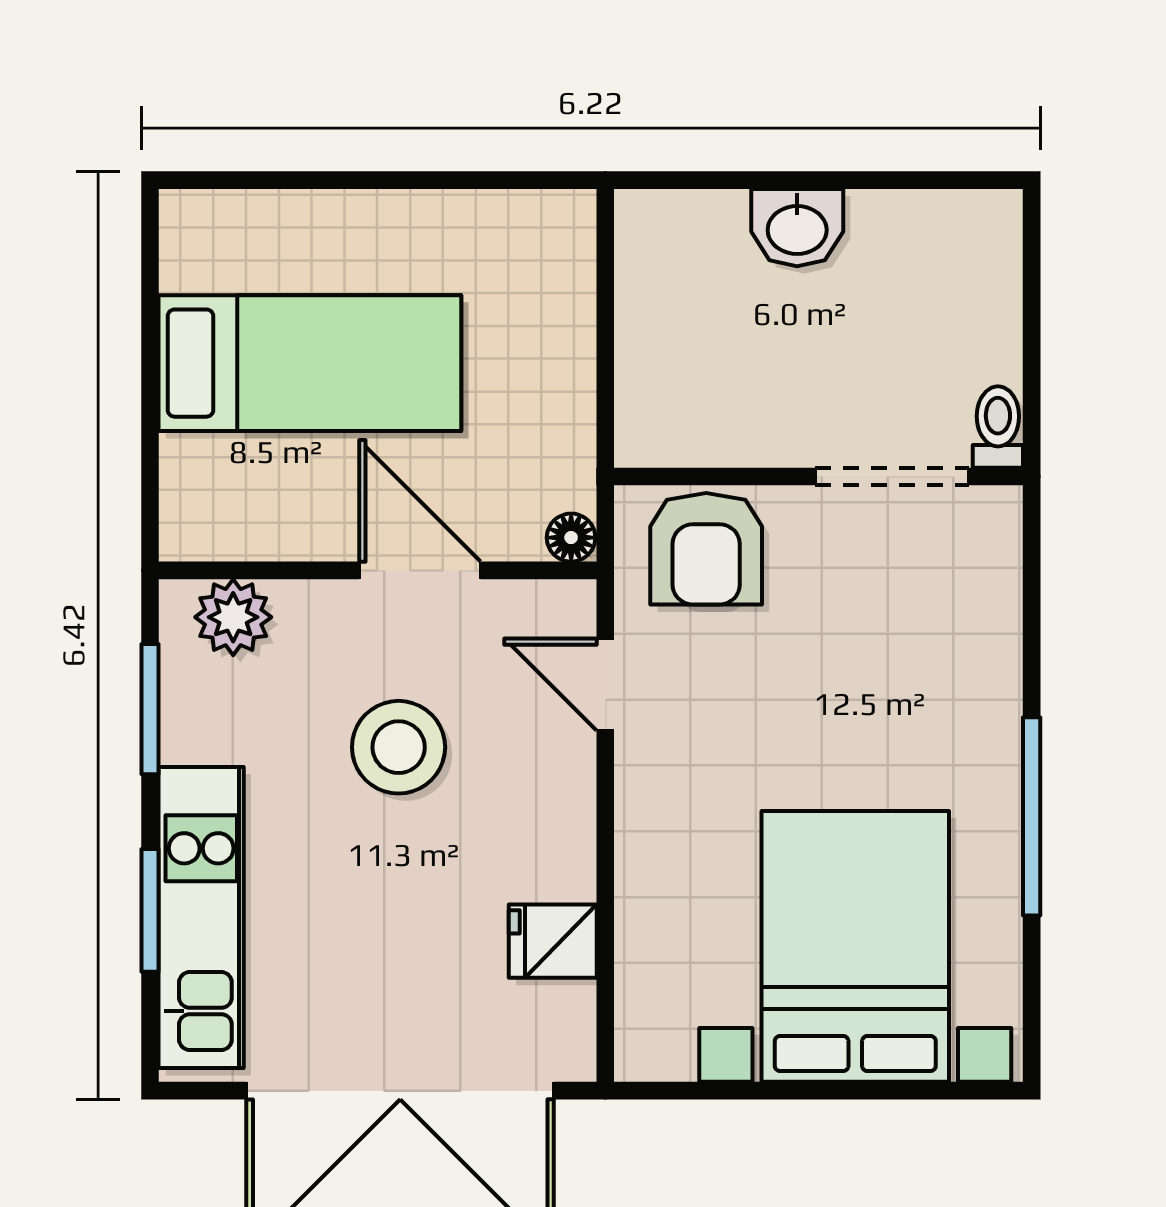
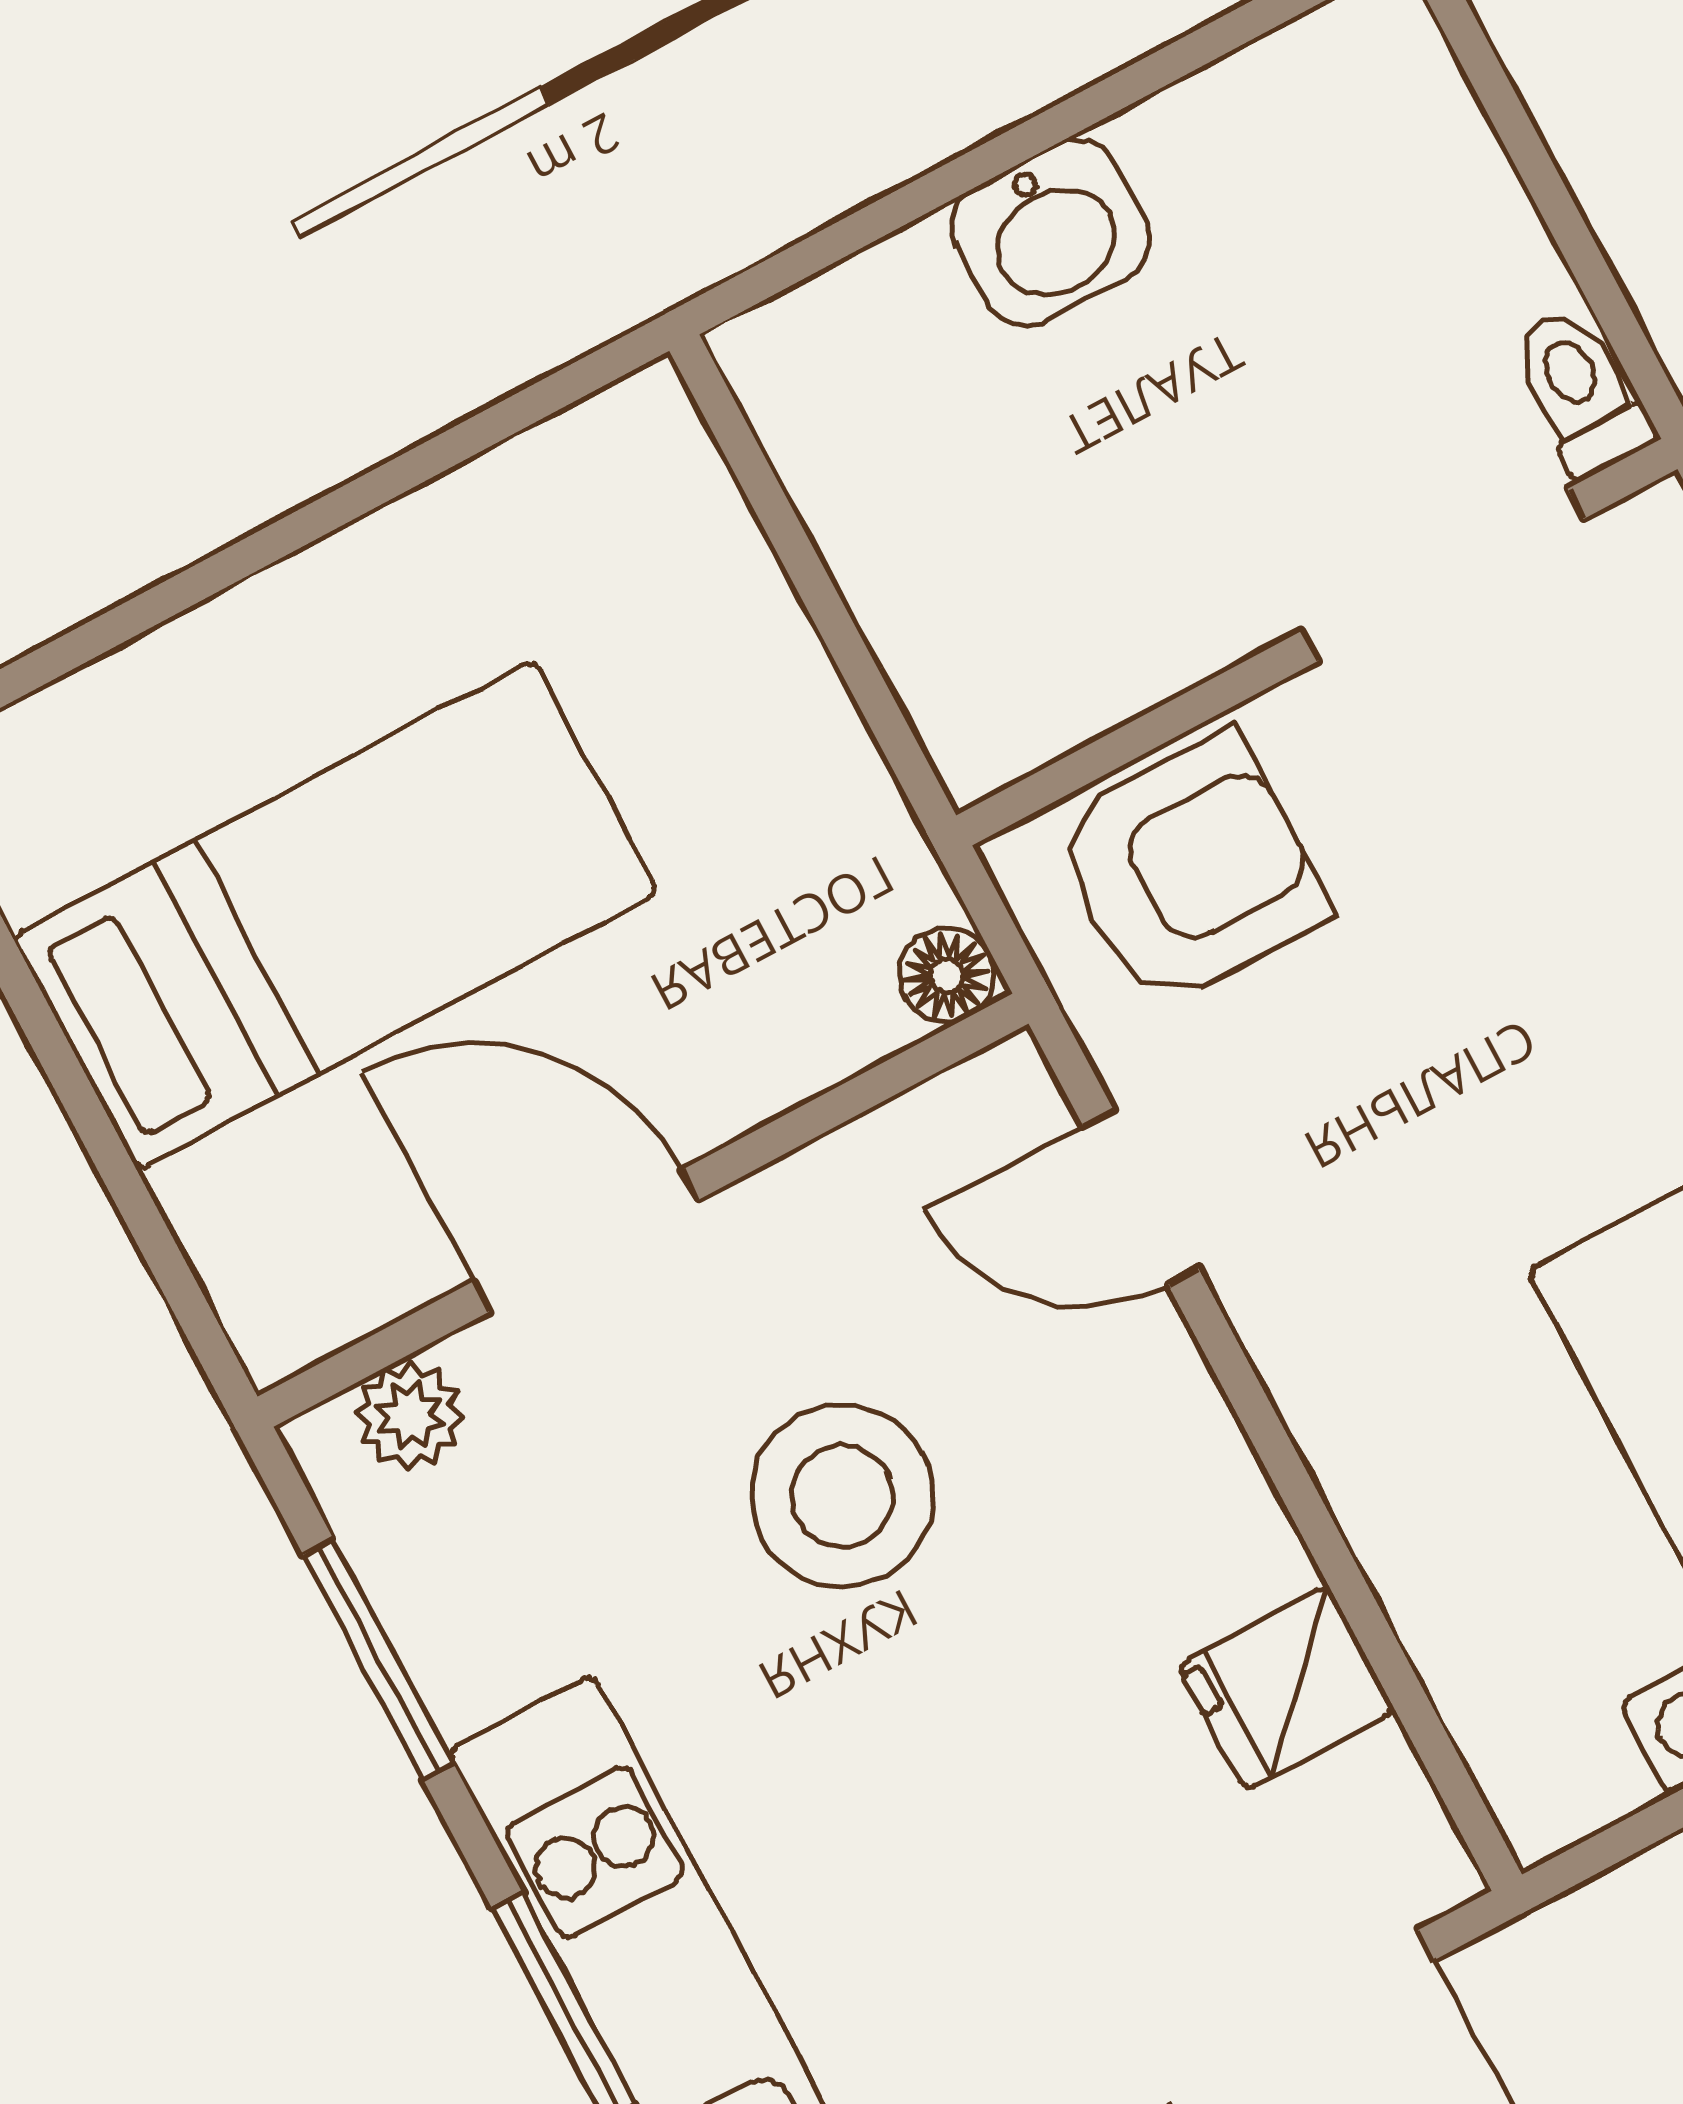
armchair: (706, 549) -> (1190, 870), turned -90
door: (420, 570) -> (586, 1241), moved
plant: (233, 617) -> (409, 1416), width x0.73, depth x0.73

